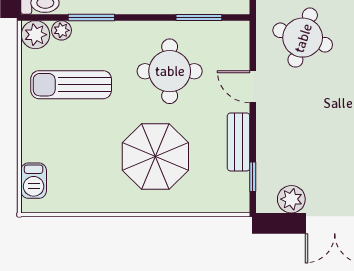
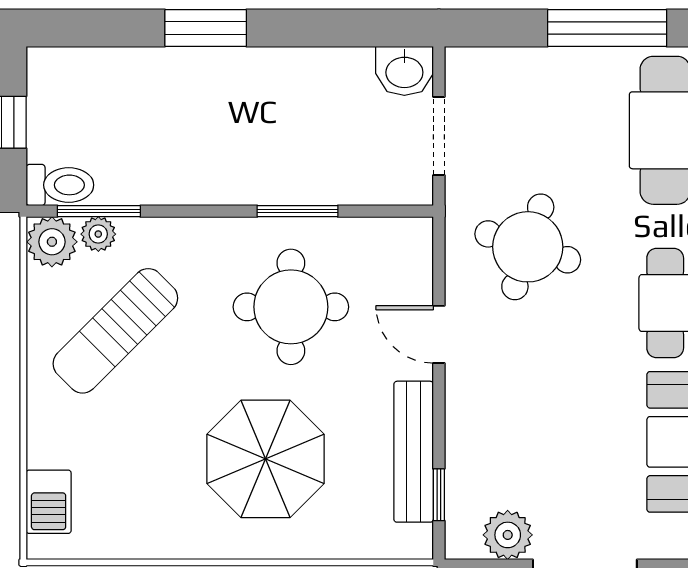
window: (91, 17) -> (99, 211), moved
window: (199, 17) -> (298, 211), moved
sun lounger: (71, 85) -> (115, 331), turned -45
bench: (239, 142) -> (414, 452), width x1.36

